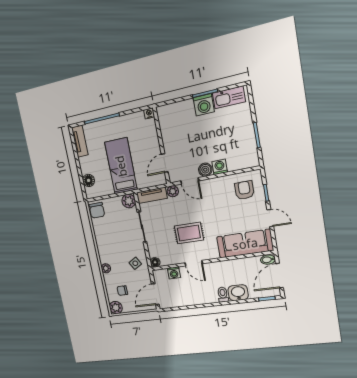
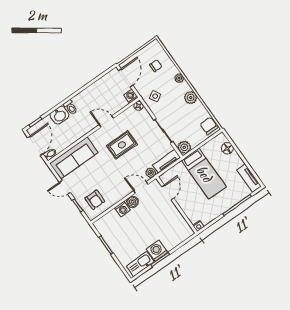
washing machine: (174, 273) -> (131, 96), moved
plant: (116, 308) -> (191, 97), moved

